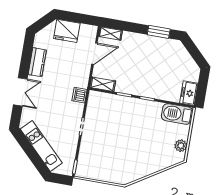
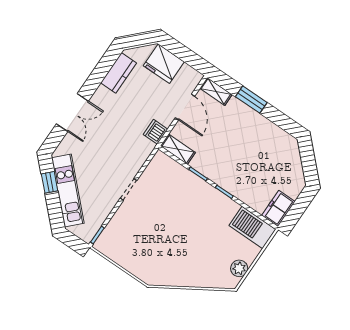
window: (159, 32) -> (251, 100), moved
door: (94, 54) -> (185, 107), hinge flipped
kitchen counter: (37, 62) -> (119, 73), moved
dishwasher: (80, 95) -> (155, 132), moved
window: (26, 146) -> (50, 182), added

